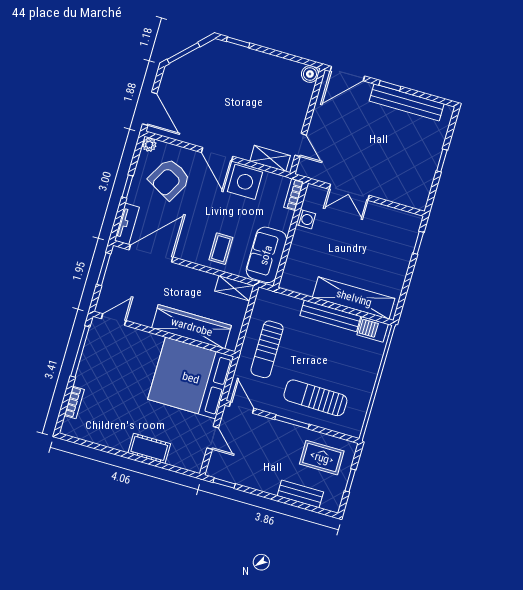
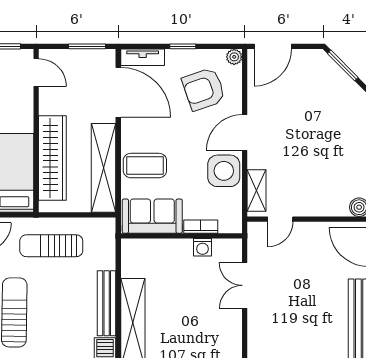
armchair: (169, 179) -> (204, 89), turned -48
bookcase: (294, 194) -> (201, 227), moved
coffee table: (221, 249) -> (145, 166), width x1.36, depth x1.30
shelving: (234, 288) -> (104, 168), width x2.20, depth x1.33

